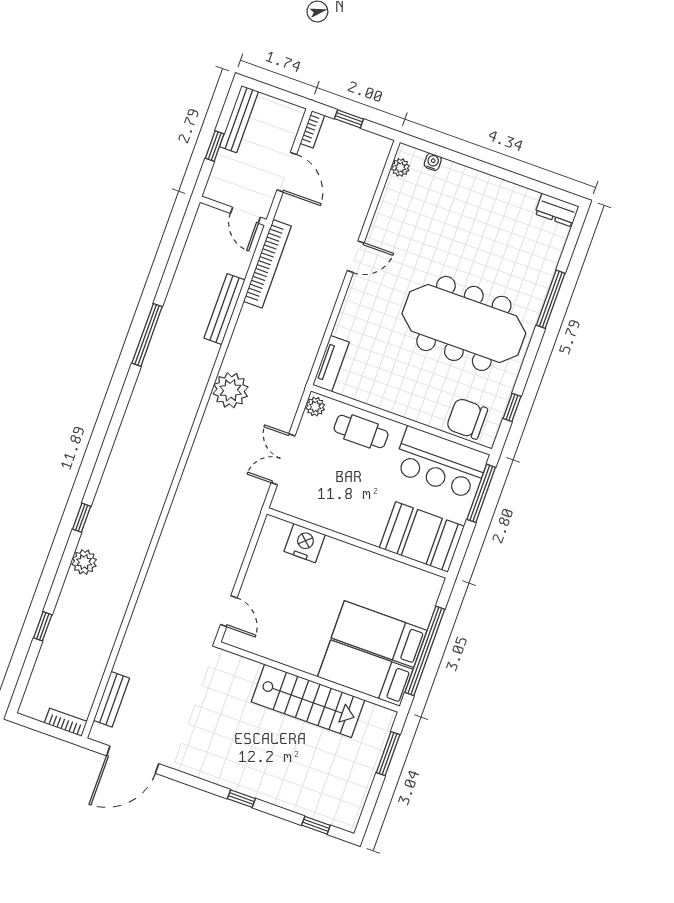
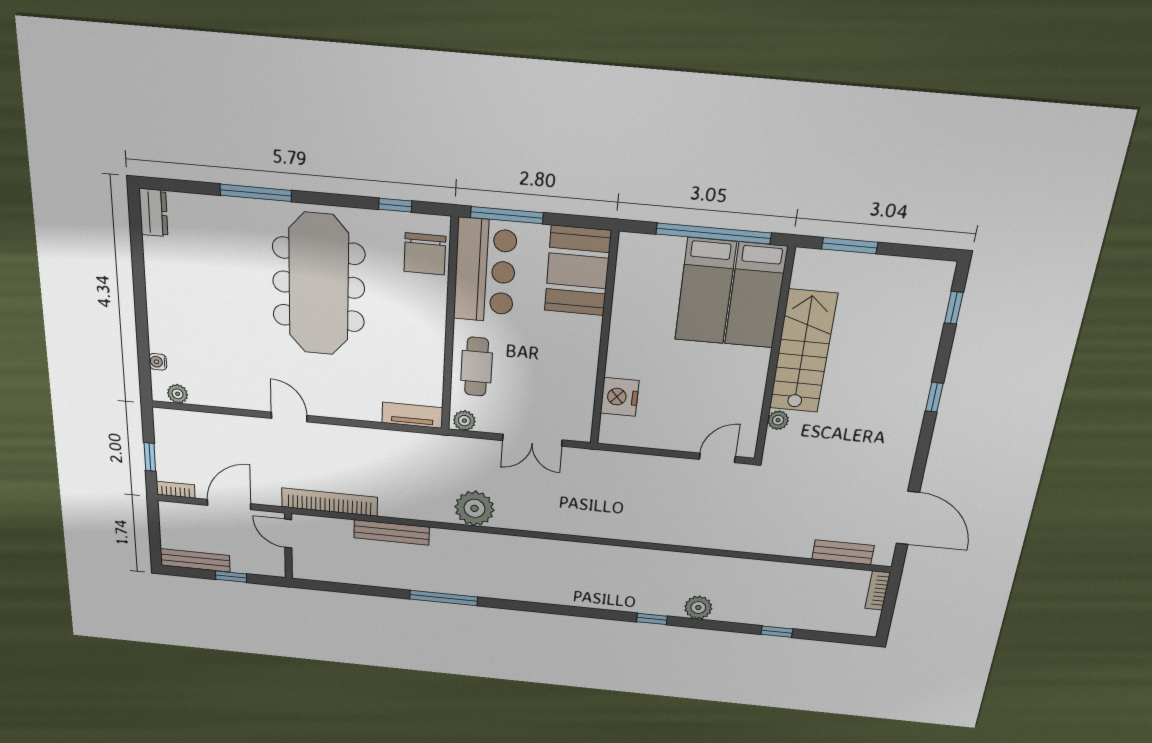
door: (245, 215) -> (288, 534), swing flipped
plant: (251, 669) -> (778, 420), added

